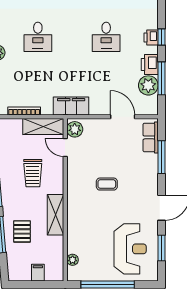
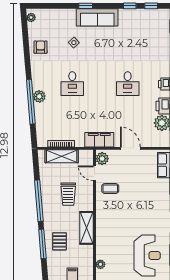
door: (123, 117) -> (130, 148), moved
shelving: (43, 127) -> (62, 156), moved
coffee table: (107, 184) -> (110, 189), moved

